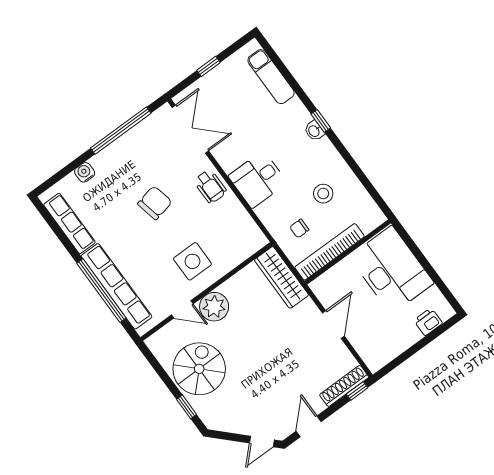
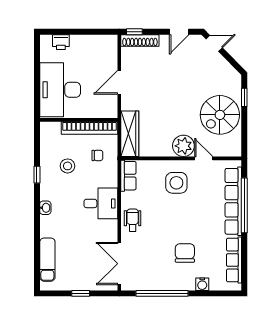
window: (321, 121) -> (37, 175), moved
chair: (155, 203) -> (185, 253), moved, turned 102
row of seats: (250, 231) -> (128, 176), added

